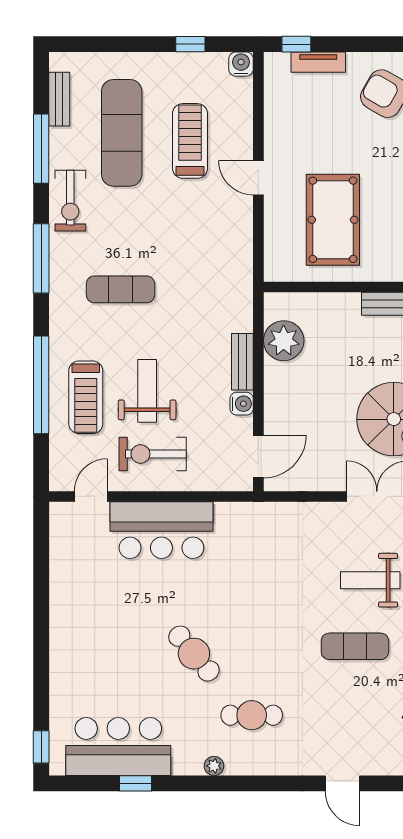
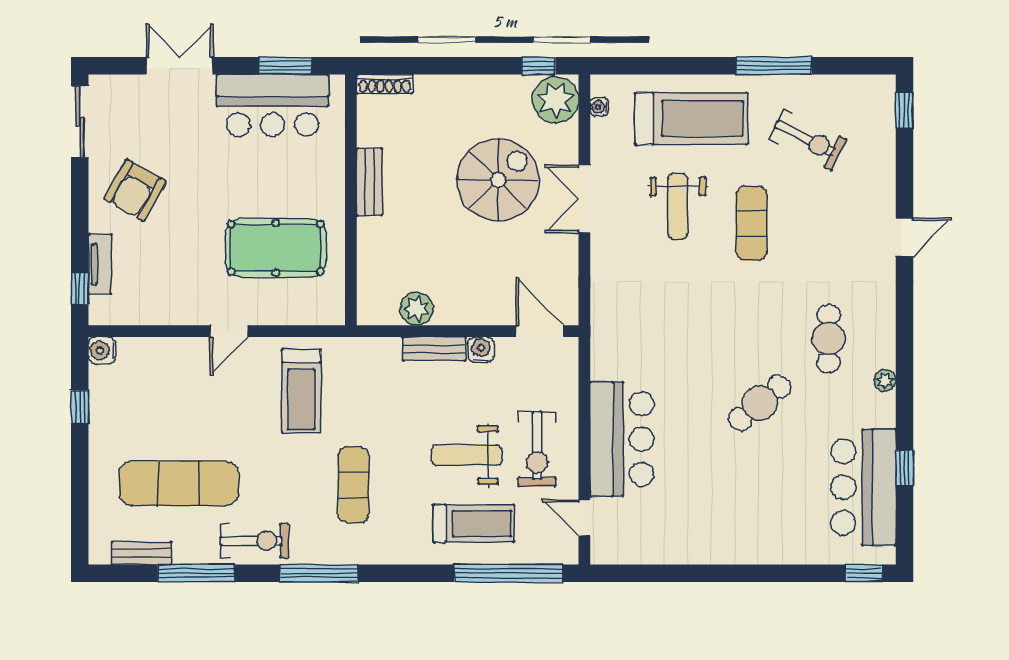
treadmill: (190, 141) -> (301, 391), moved, turned -90
plant: (284, 341) -> (417, 309), width x0.73, depth x0.73
window: (41, 385) -> (508, 573), moved

